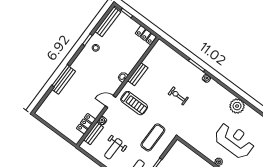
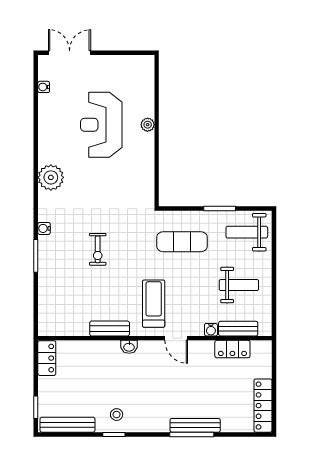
plant: (237, 106) -> (51, 177), moved
locker: (49, 118) -> (263, 406), added

